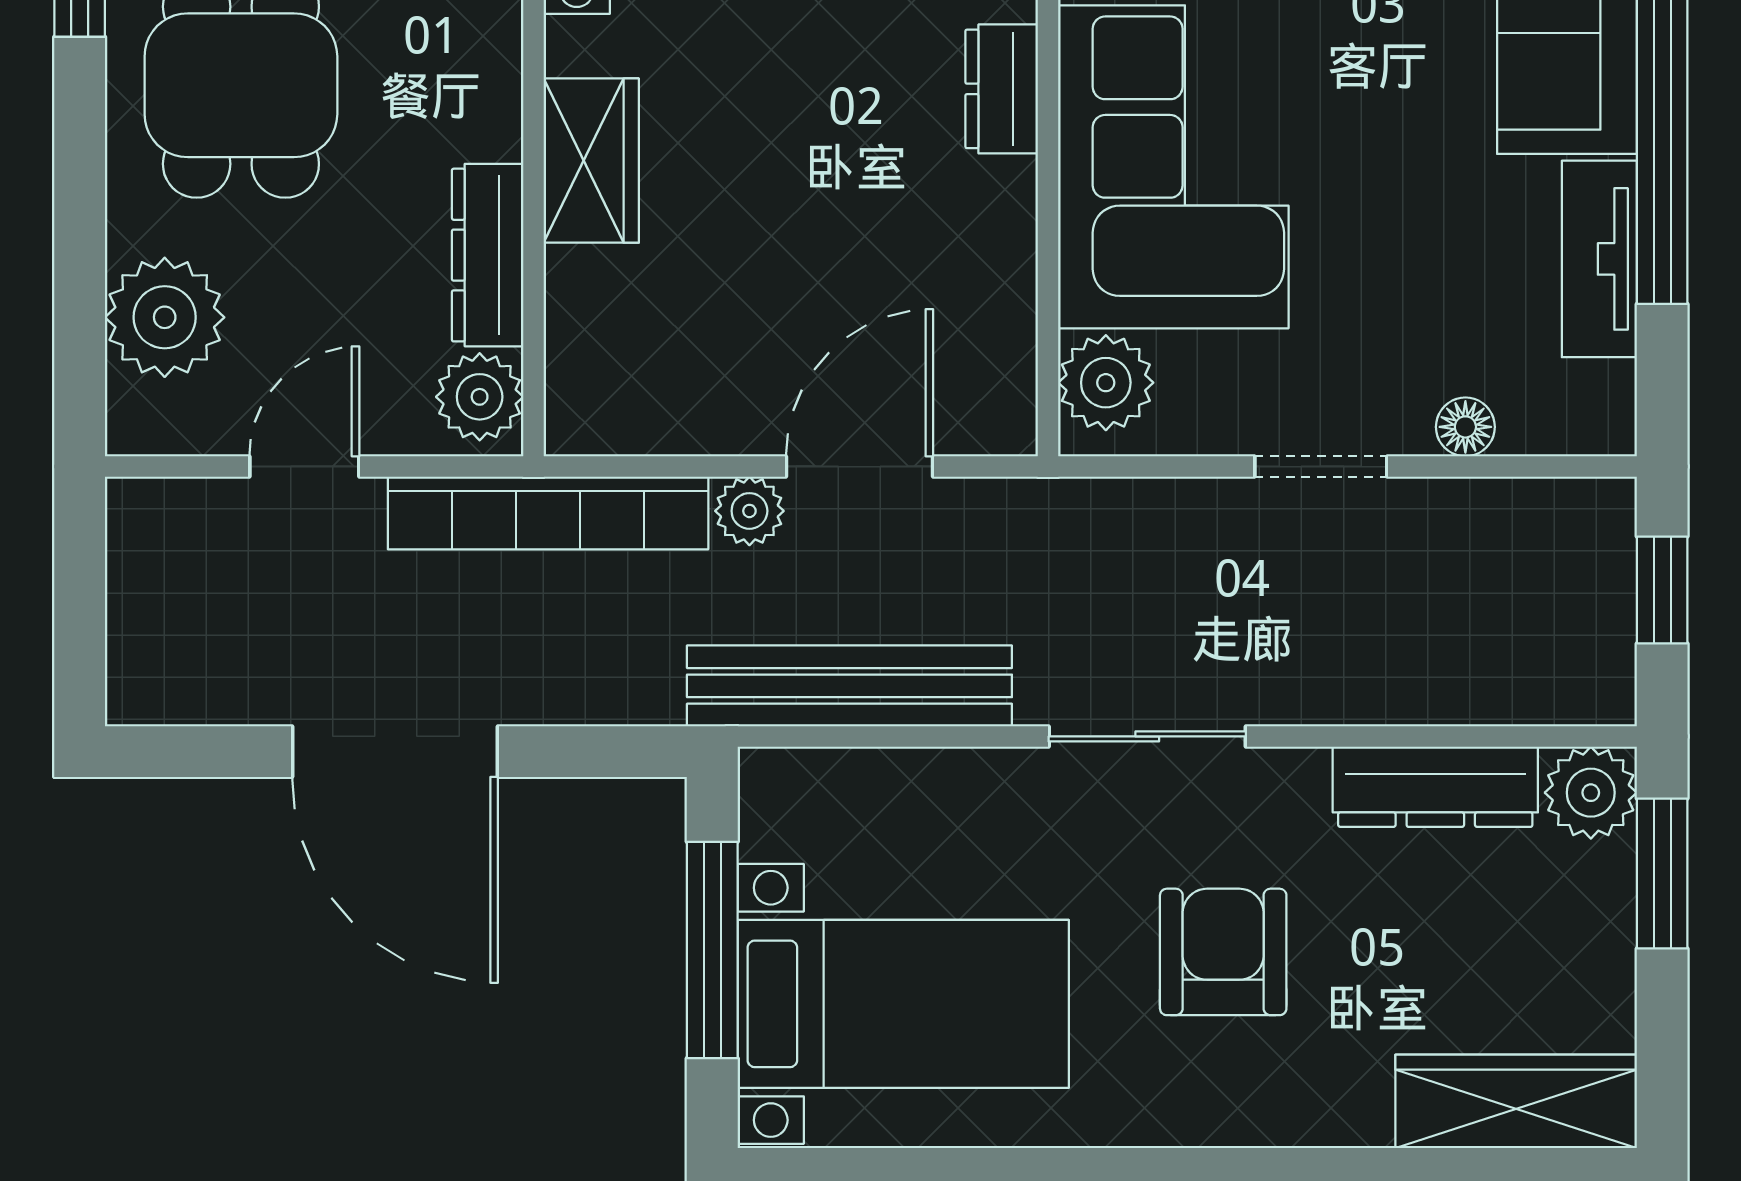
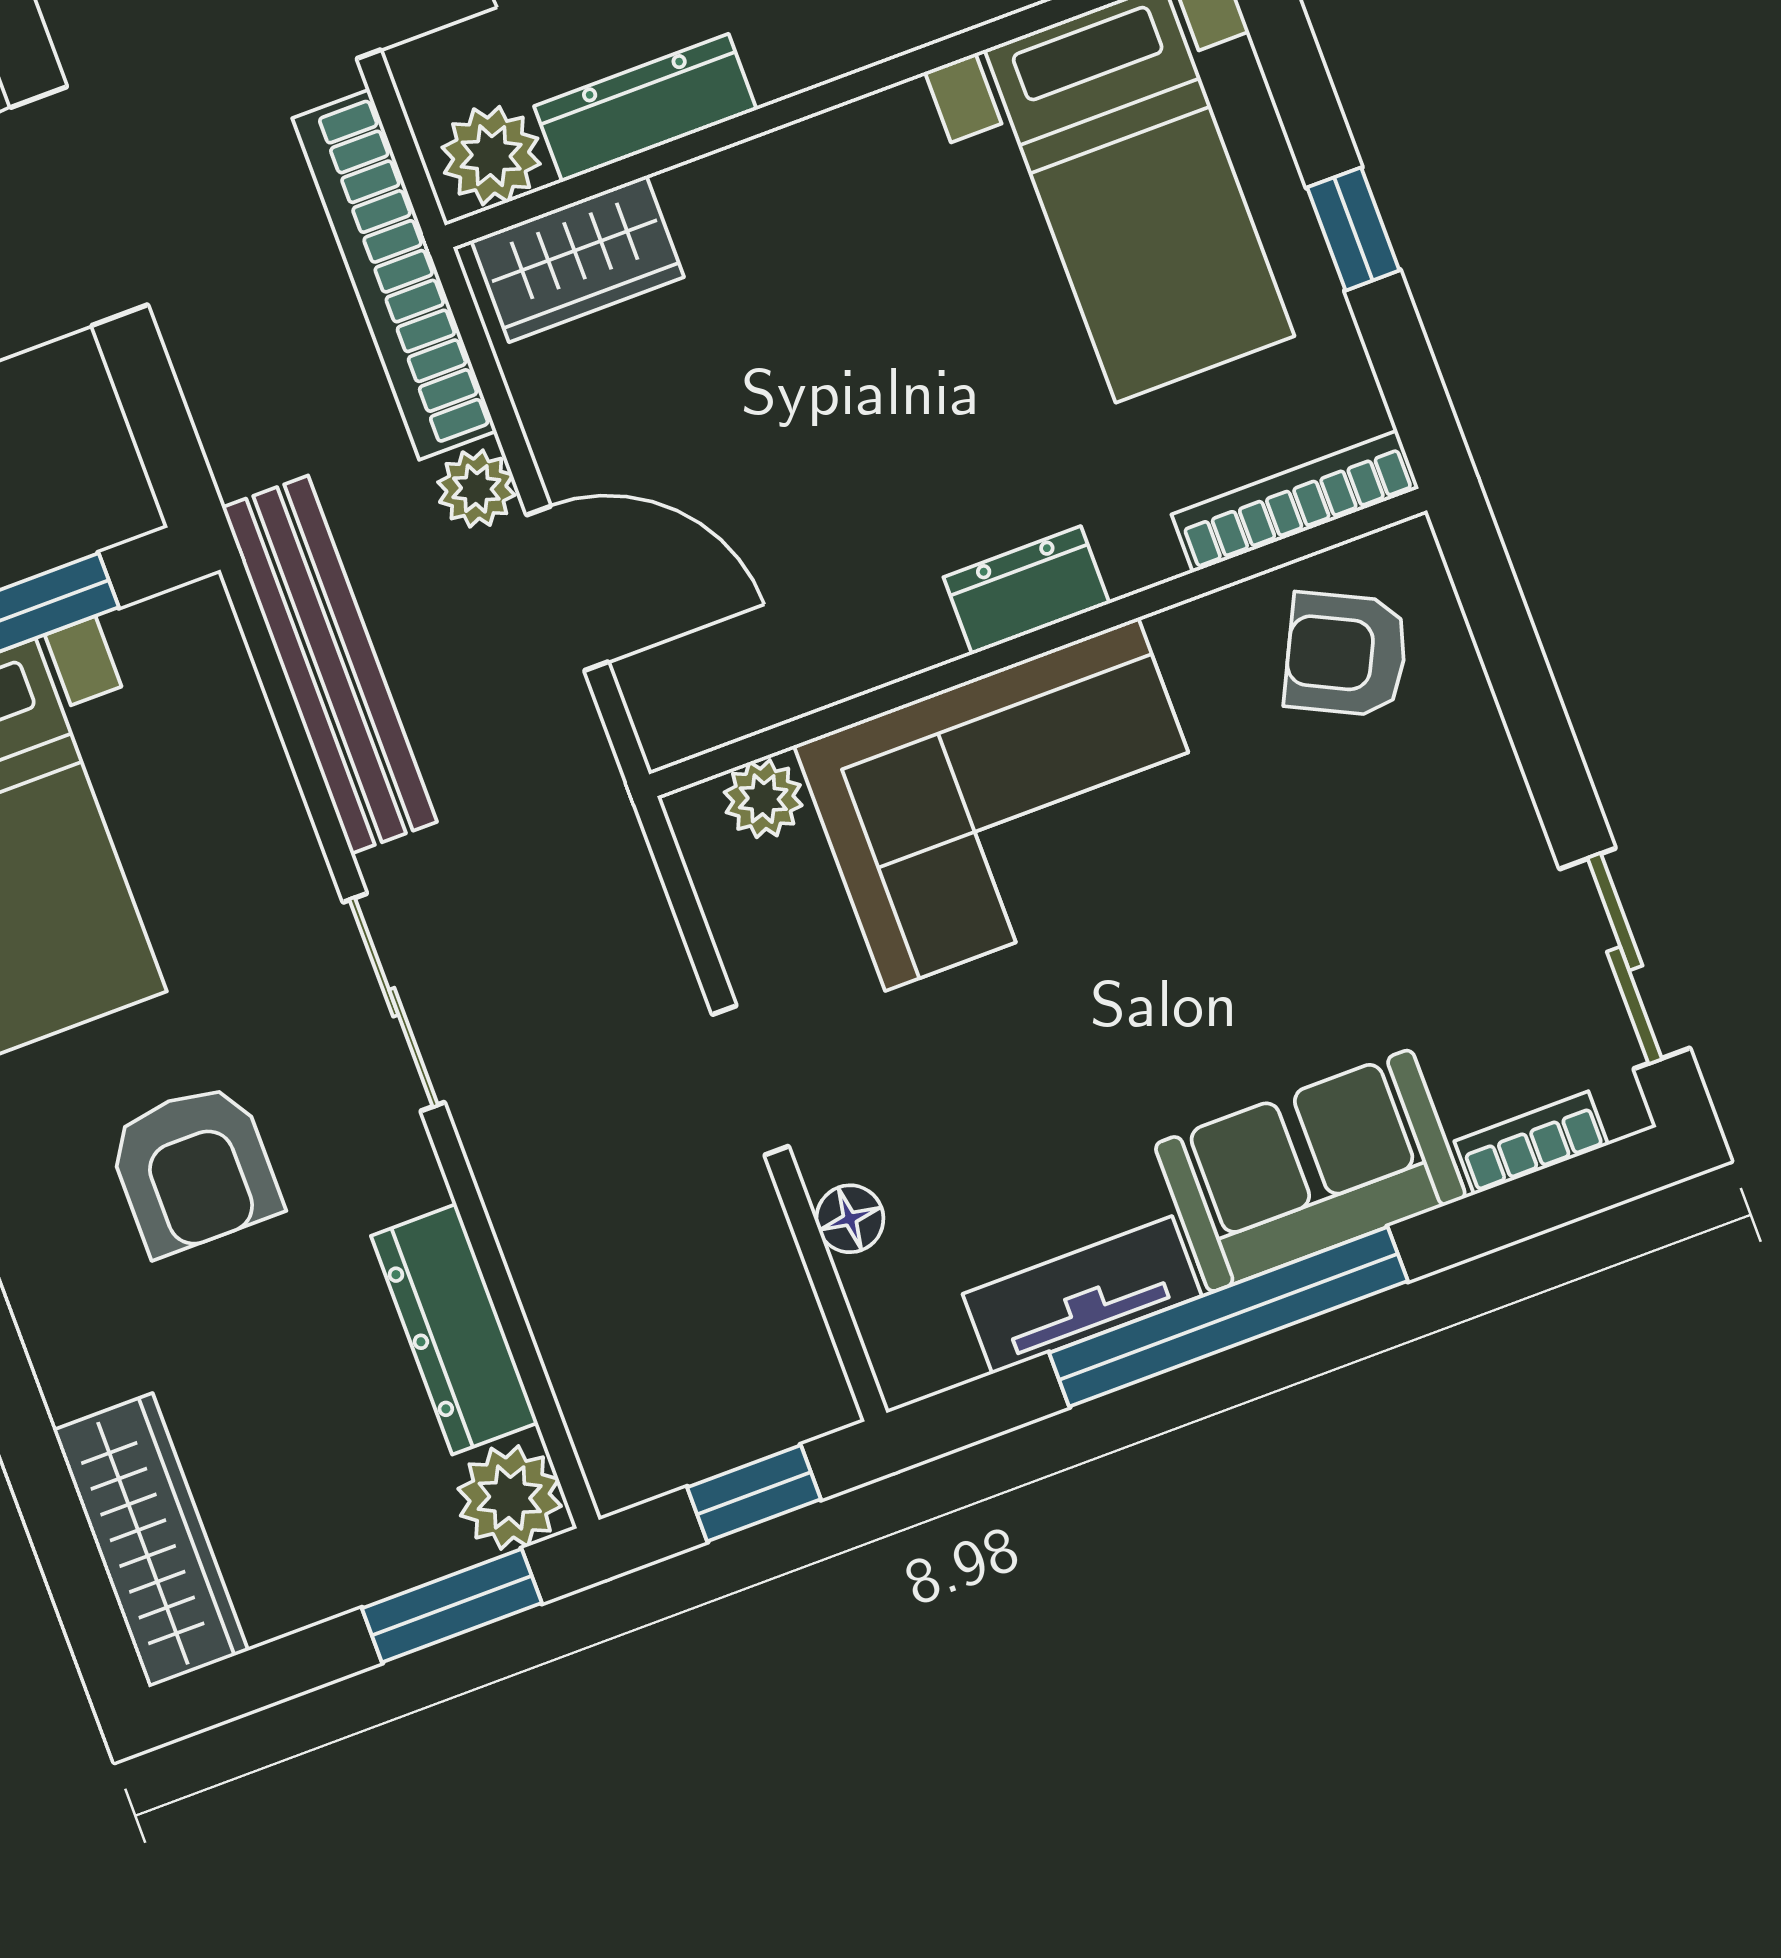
wardrobe: (591, 161) -> (578, 259), moved
plant: (1106, 383) -> (763, 799), width x0.73, depth x0.73
armchair: (1223, 952) -> (194, 1169), turned 90

